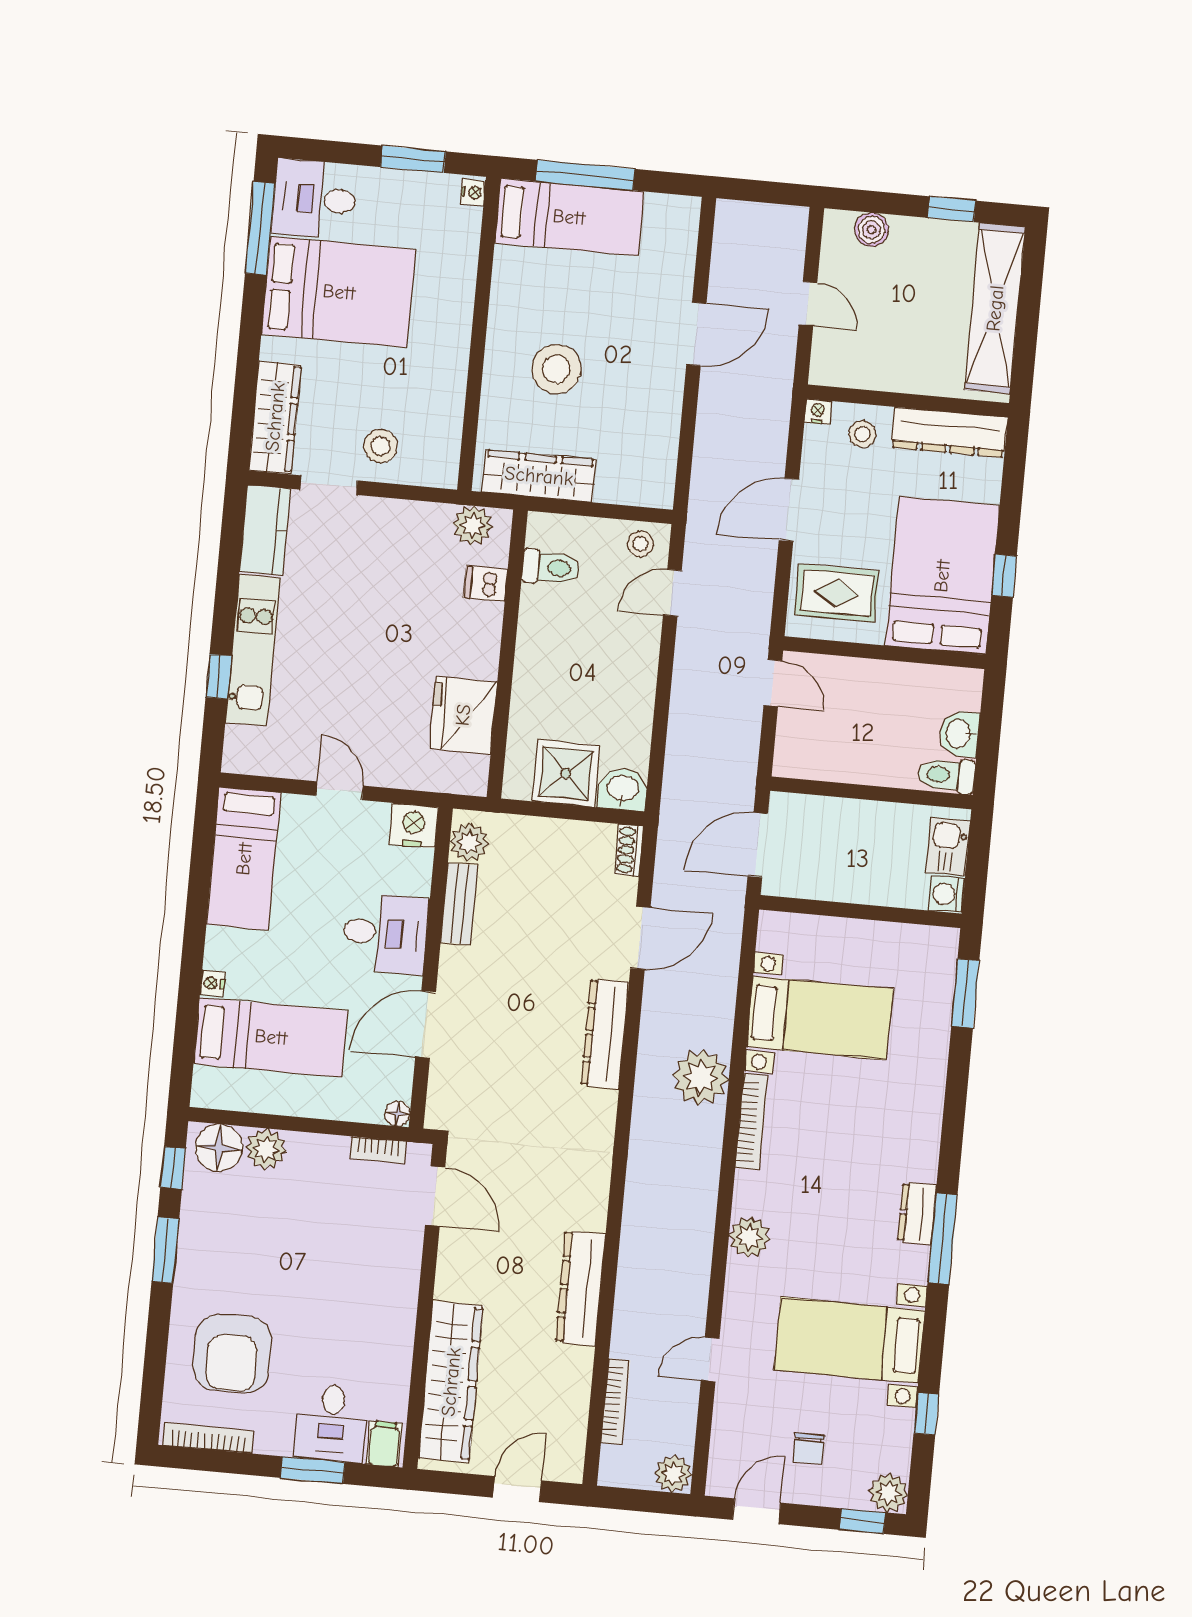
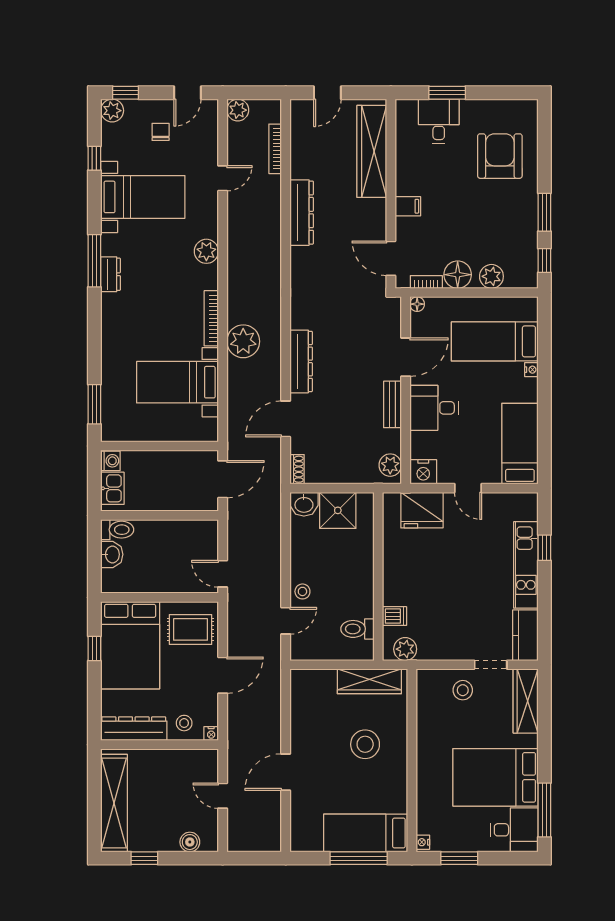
stool: (640, 544) -> (302, 591), moved
fridge: (463, 715) -> (422, 510), moved, turned 90
bench: (459, 904) -> (392, 404), moved
floor lamp: (219, 1148) -> (458, 275), moved
bookcase: (208, 1438) -> (509, 106), removed
filing cabinet: (384, 1444) -> (408, 206), moved, turned -90

